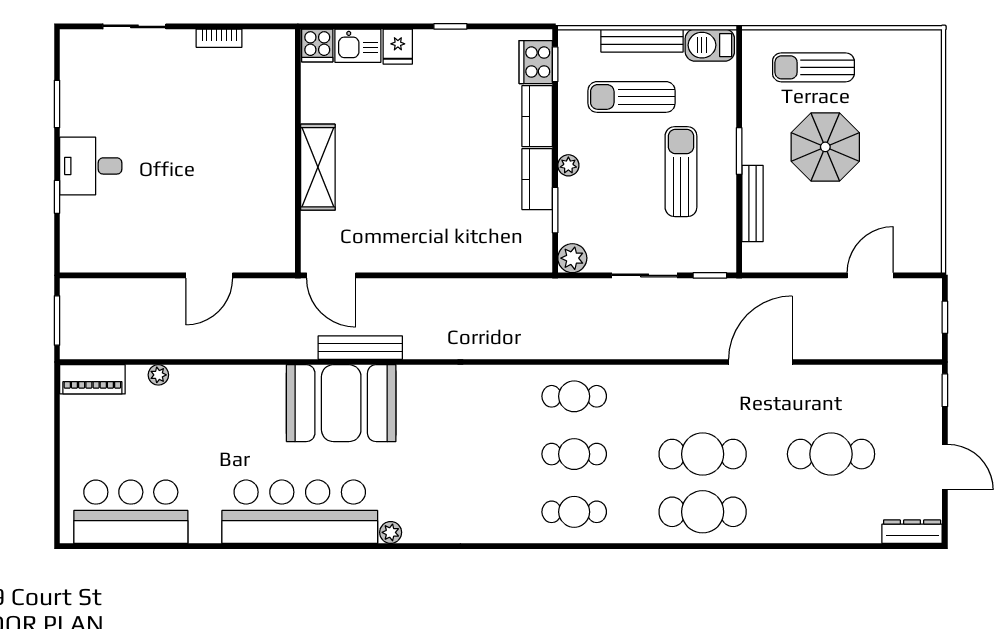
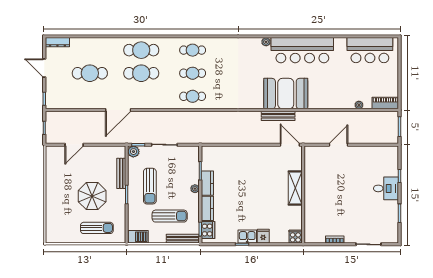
bench: (642, 41) -> (183, 239), moved
kitchen sink: (358, 46) -> (247, 237), moved
plant: (572, 258) -> (133, 152), moved

